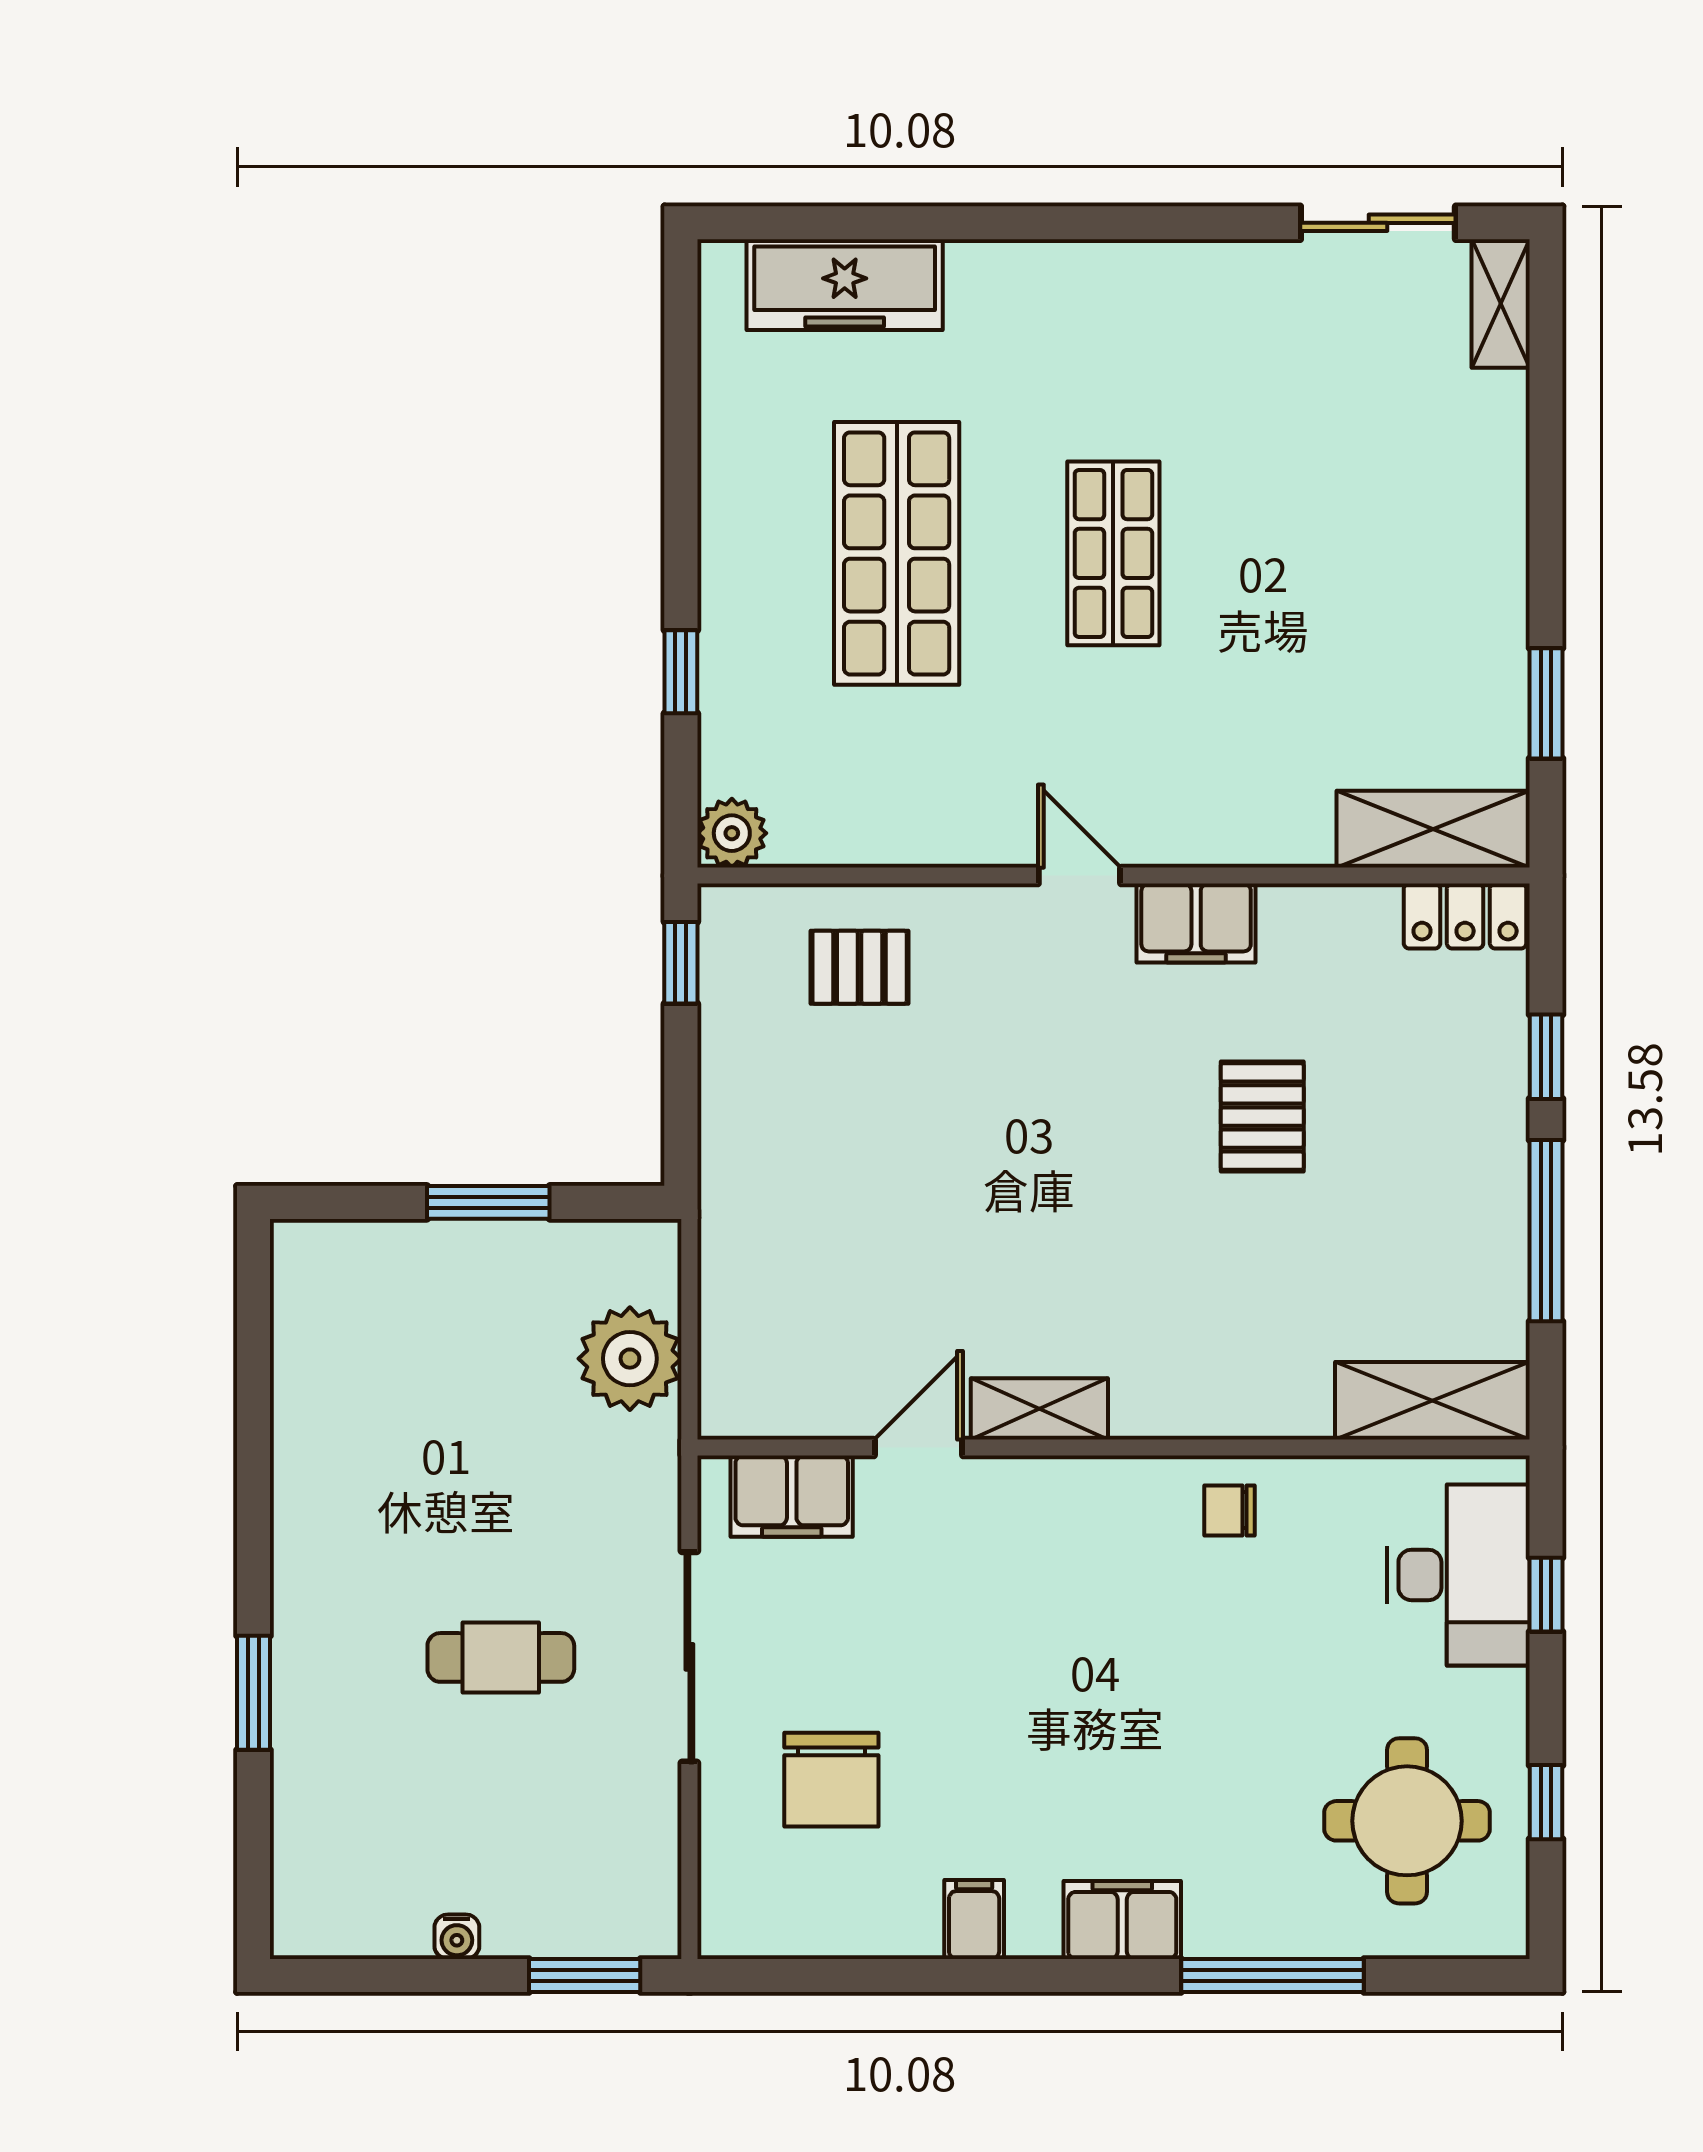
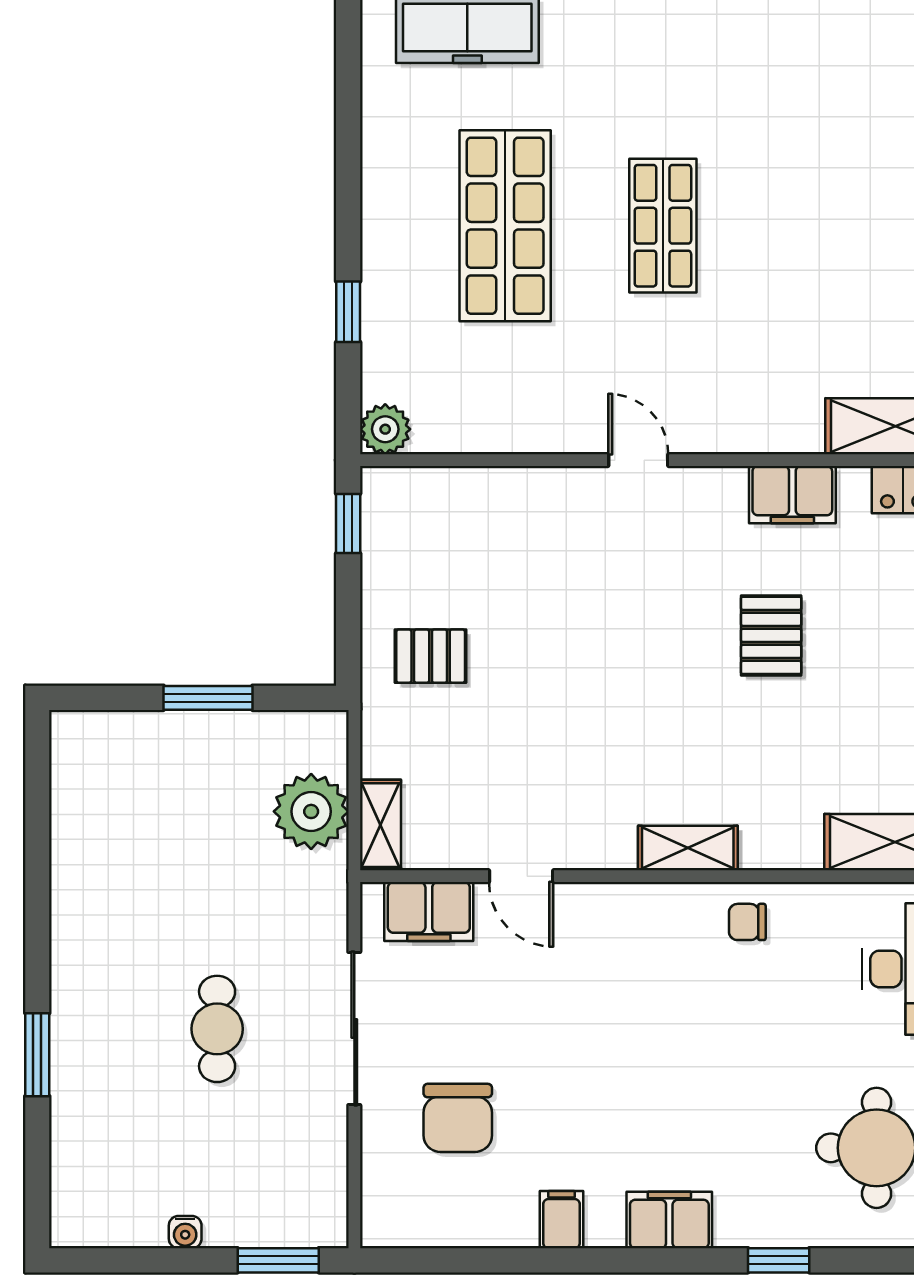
filing cabinet: (1196, 923) -> (792, 495), moved
pallet: (860, 967) -> (431, 656), moved
shelving: (725, 1377) -> (381, 825), added
shelving: (1039, 1409) -> (688, 848), moved
door: (919, 1448) -> (521, 876), swing flipped
cafe table: (501, 1657) -> (217, 1029), turned 90
window: (1273, 1975) -> (779, 1260), width x0.46

